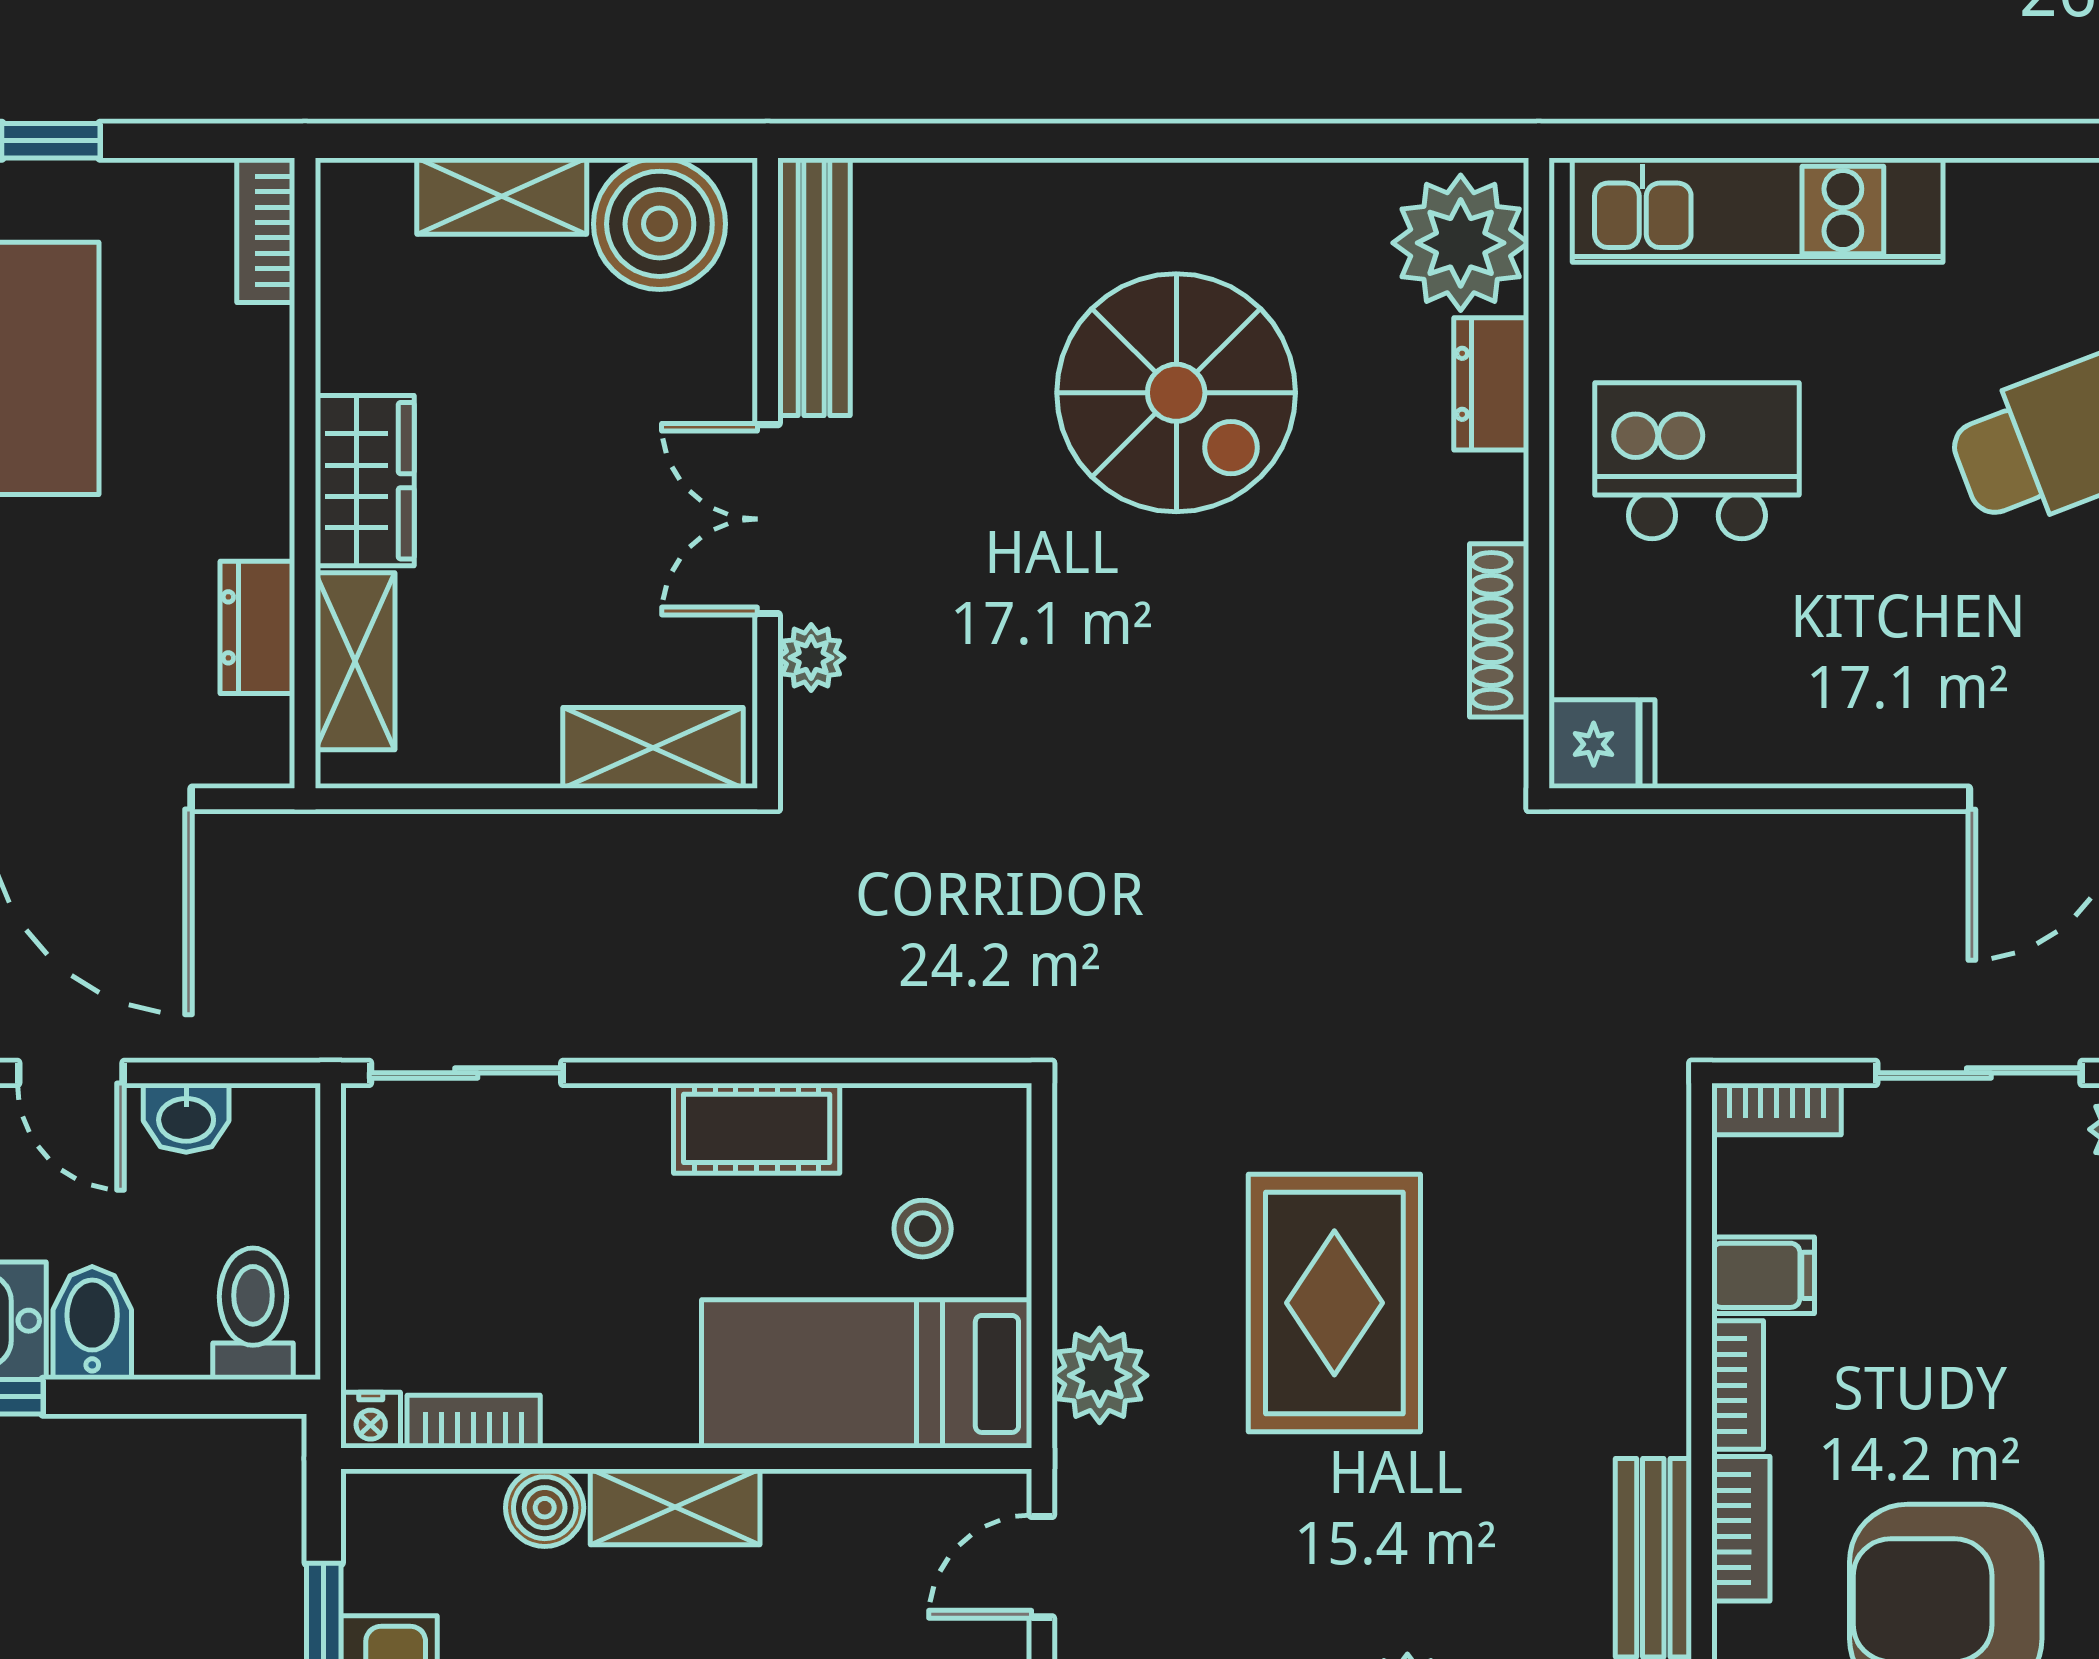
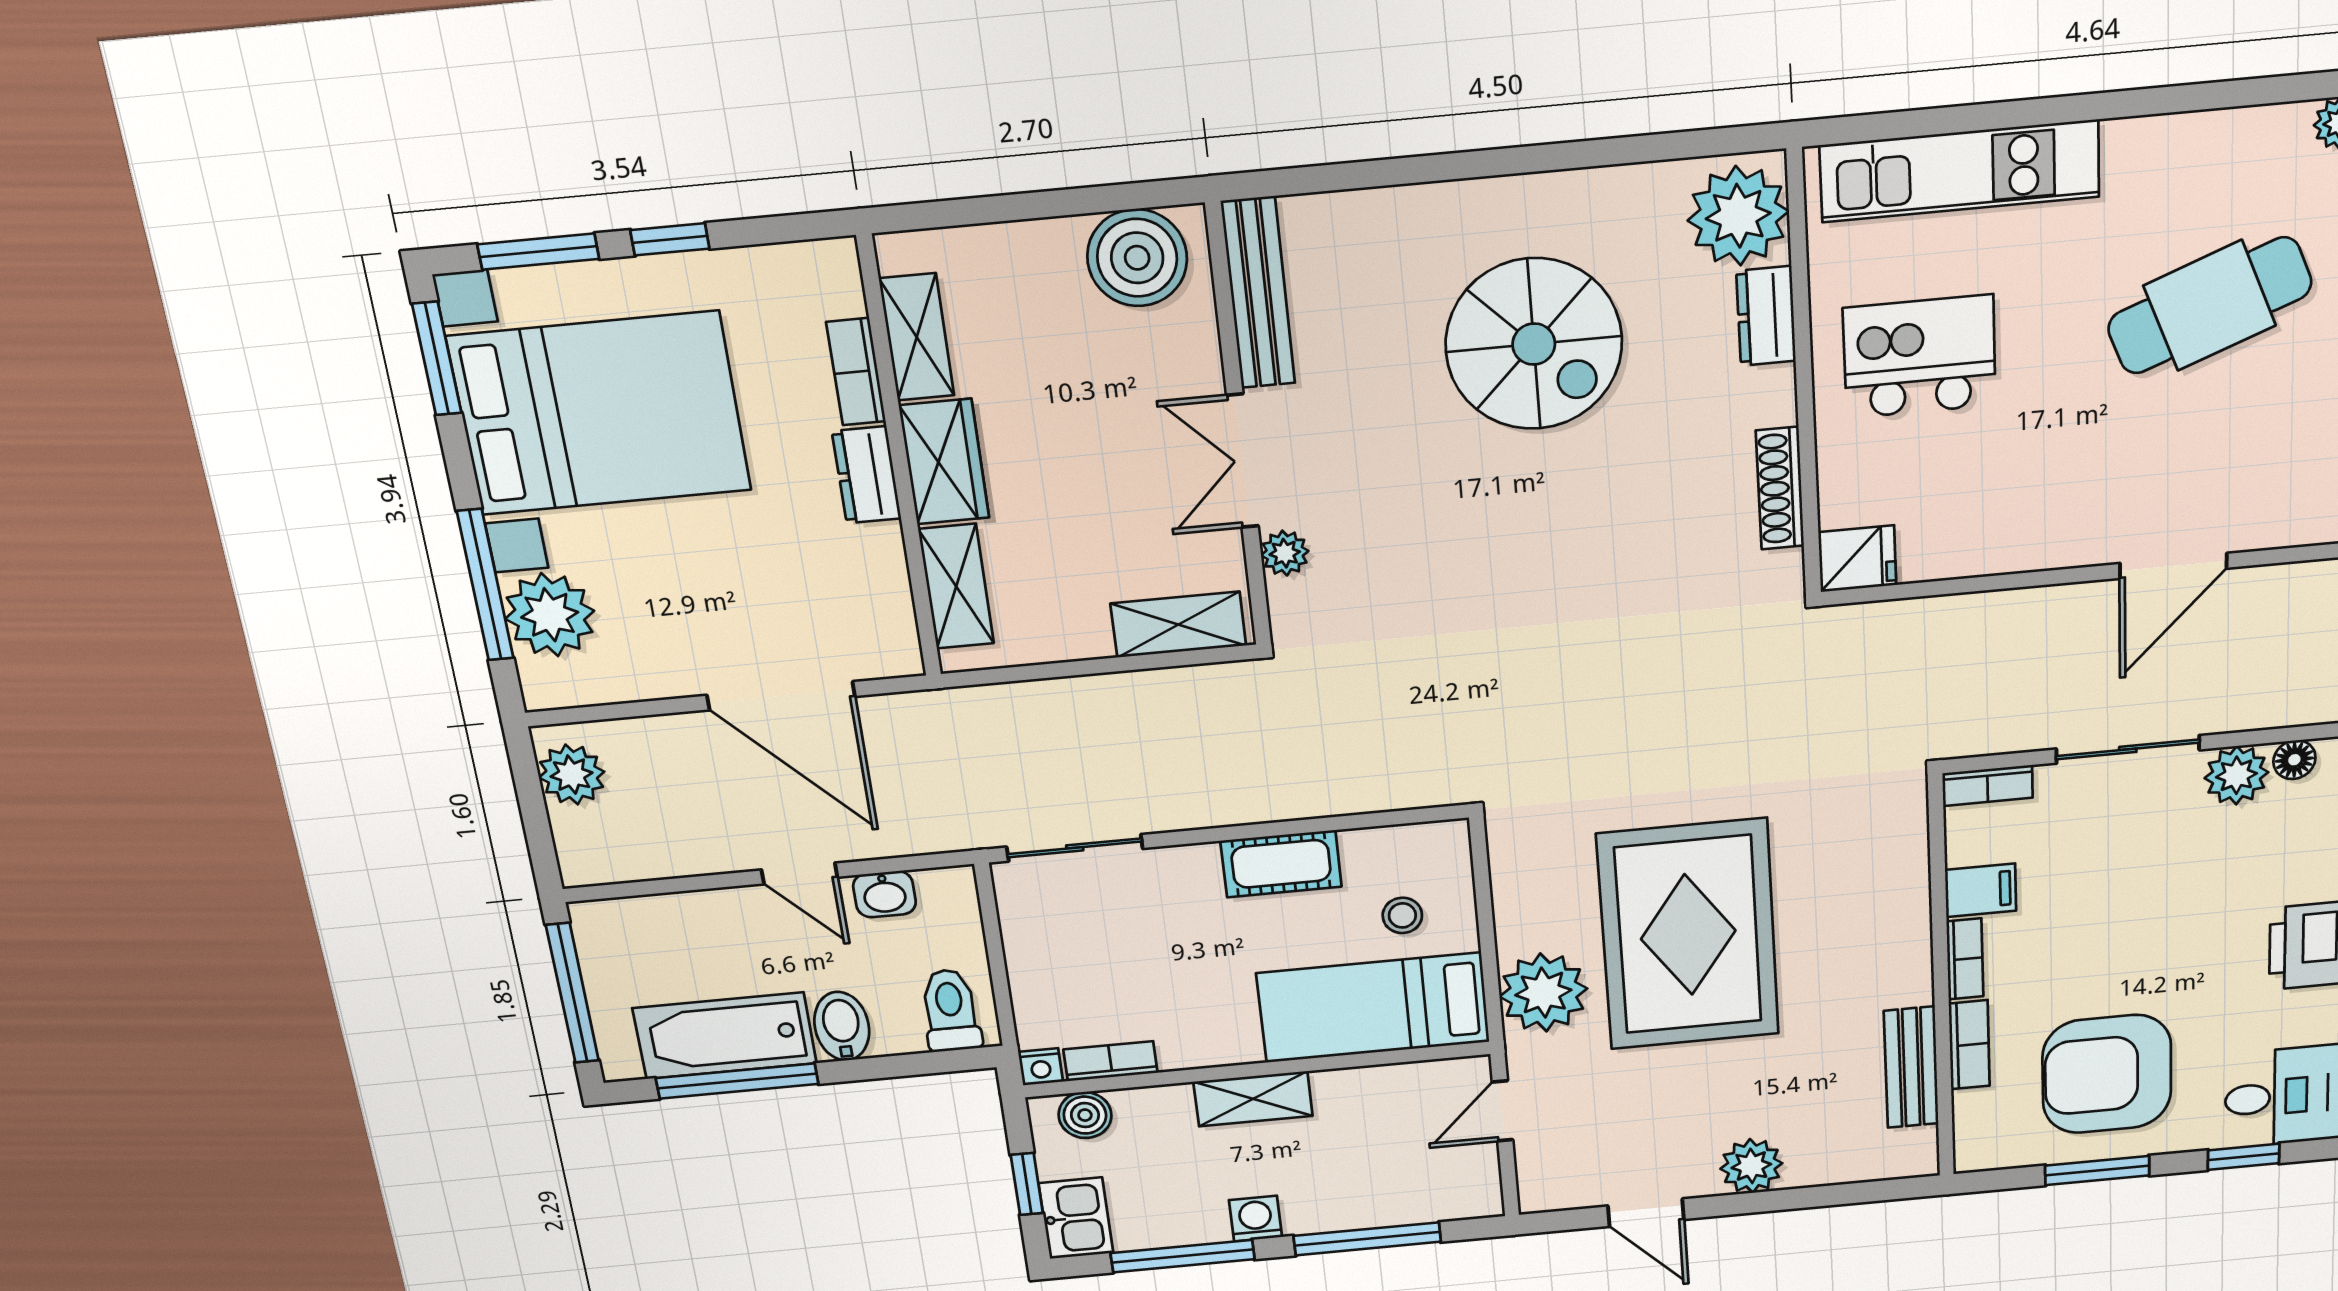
shelving: (502, 196) -> (917, 337), moved, turned 90
bookcase: (266, 230) -> (856, 372), moved
dresser: (257, 627) -> (867, 475), moved
rug: (1334, 1303) -> (1688, 935), width x1.37, depth x1.44
plant: (1100, 1375) -> (1543, 993), width x1.36, depth x1.36
boiler: (545, 1508) -> (1085, 1115), moved

